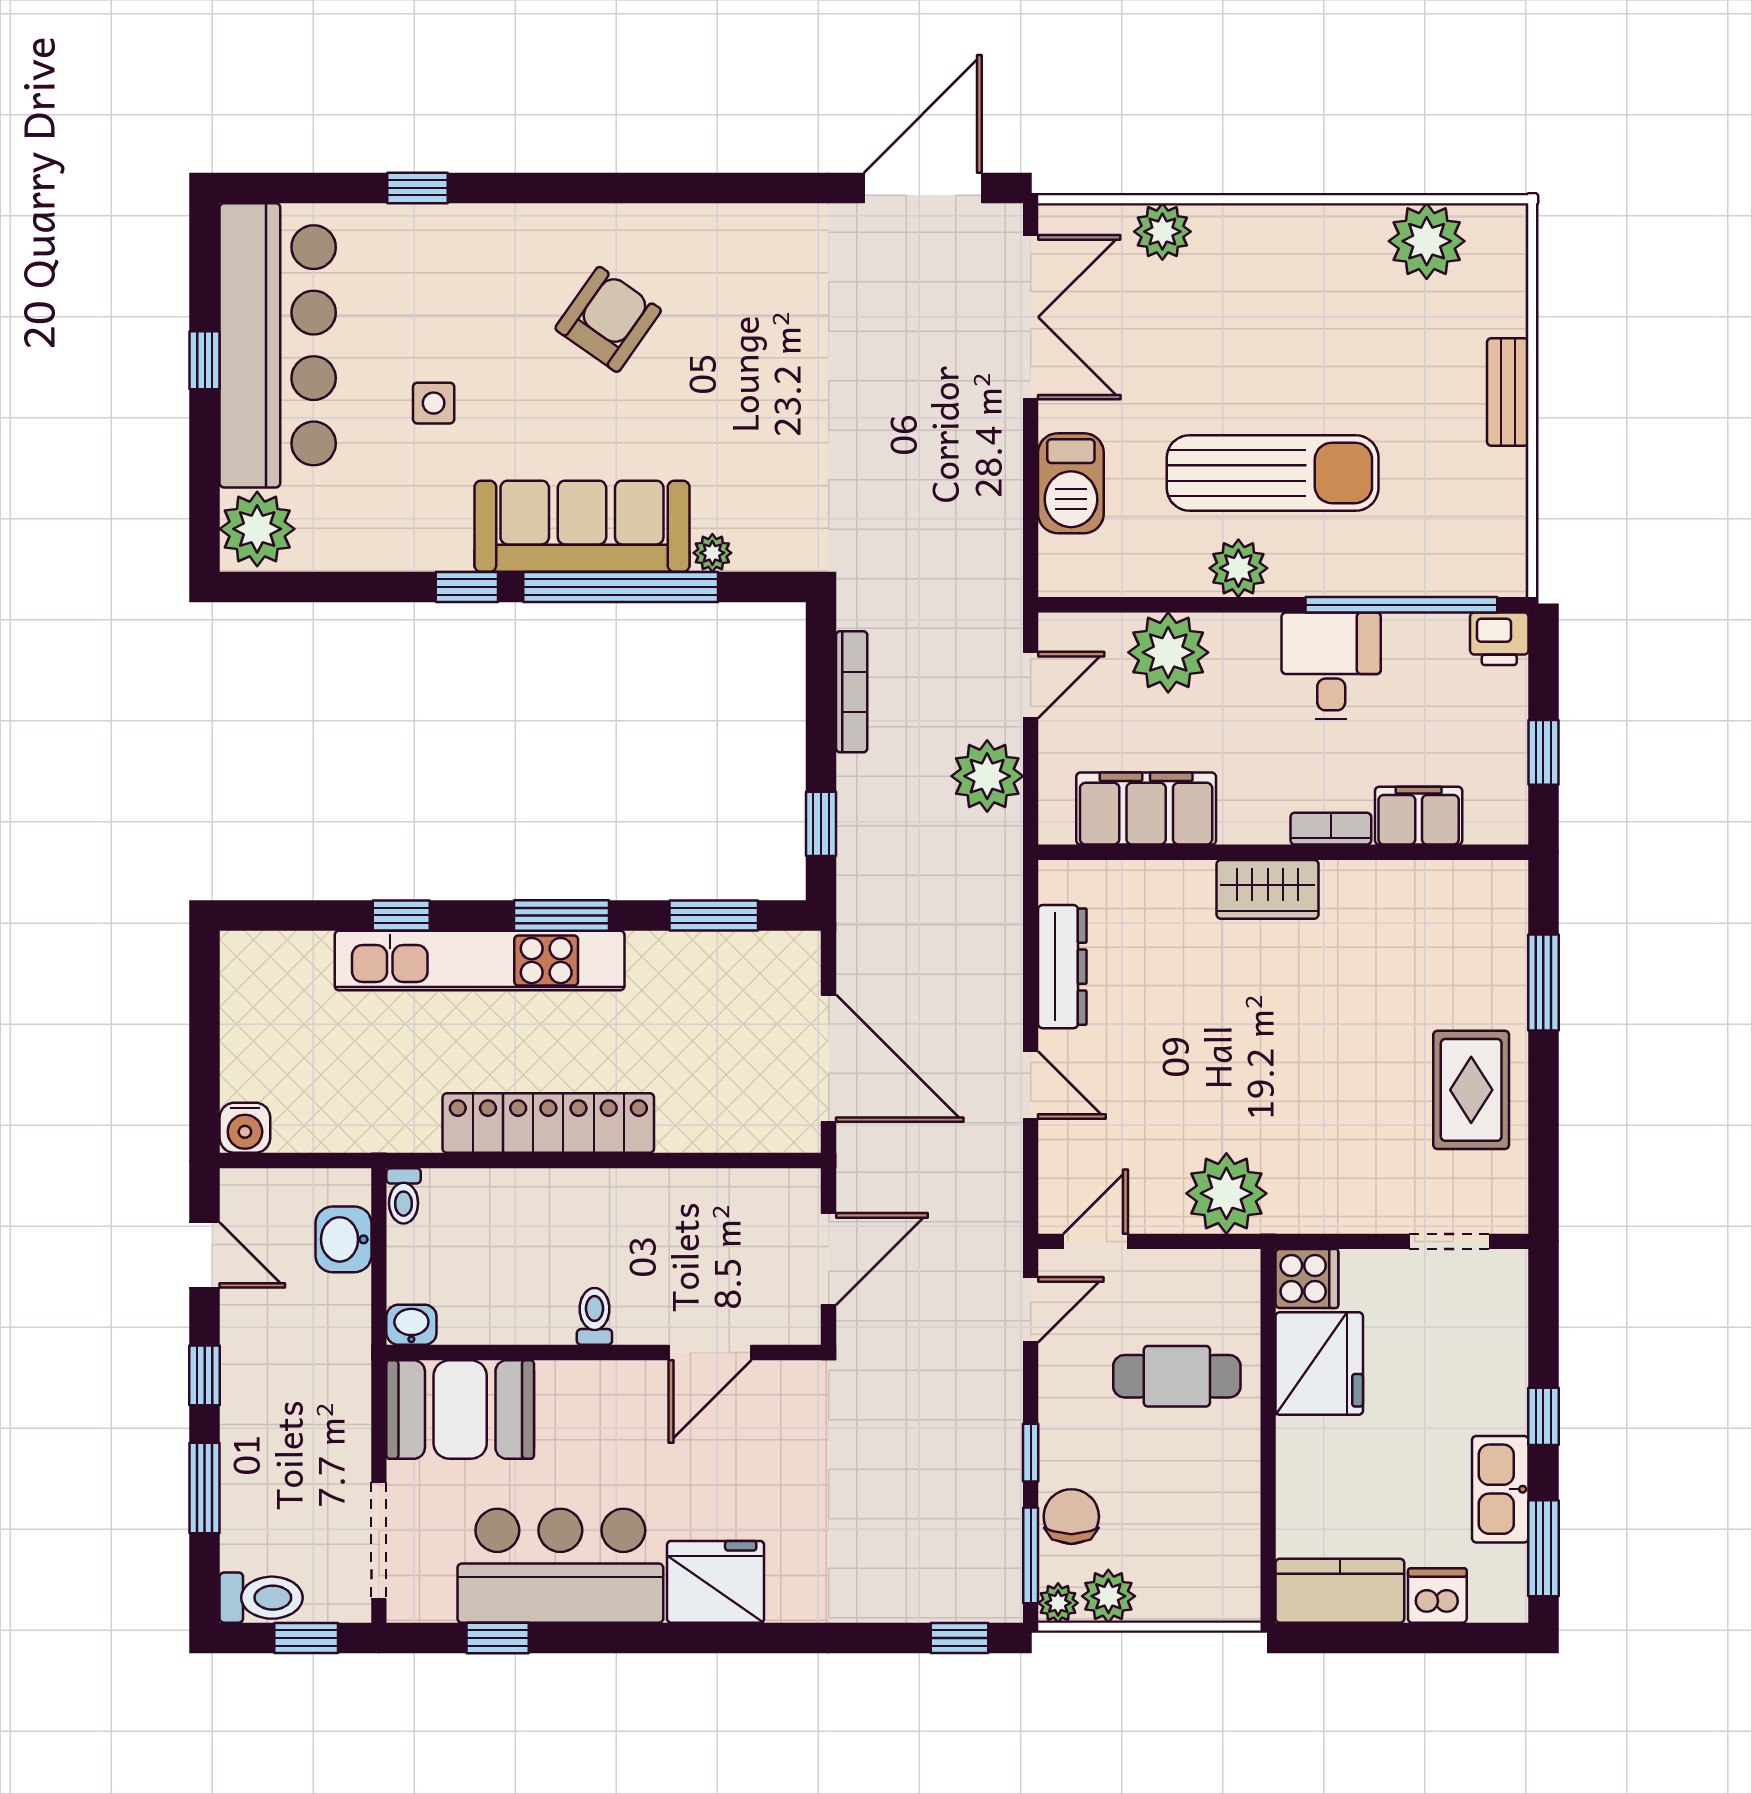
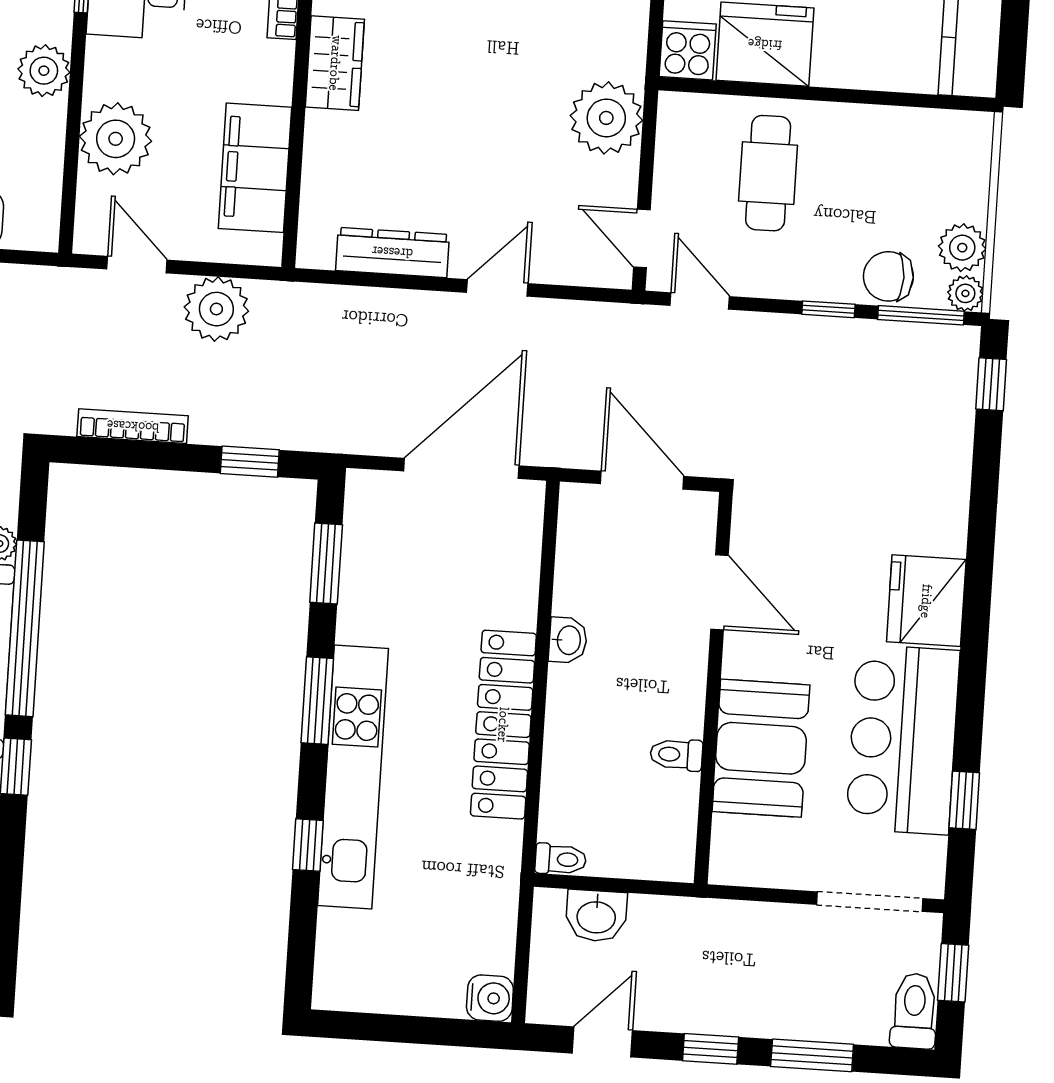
toilet: (594, 1316) -> (676, 755), moved
washbasin: (411, 1325) -> (568, 640), moved, turned 180
booth: (460, 1410) -> (761, 748), moved

